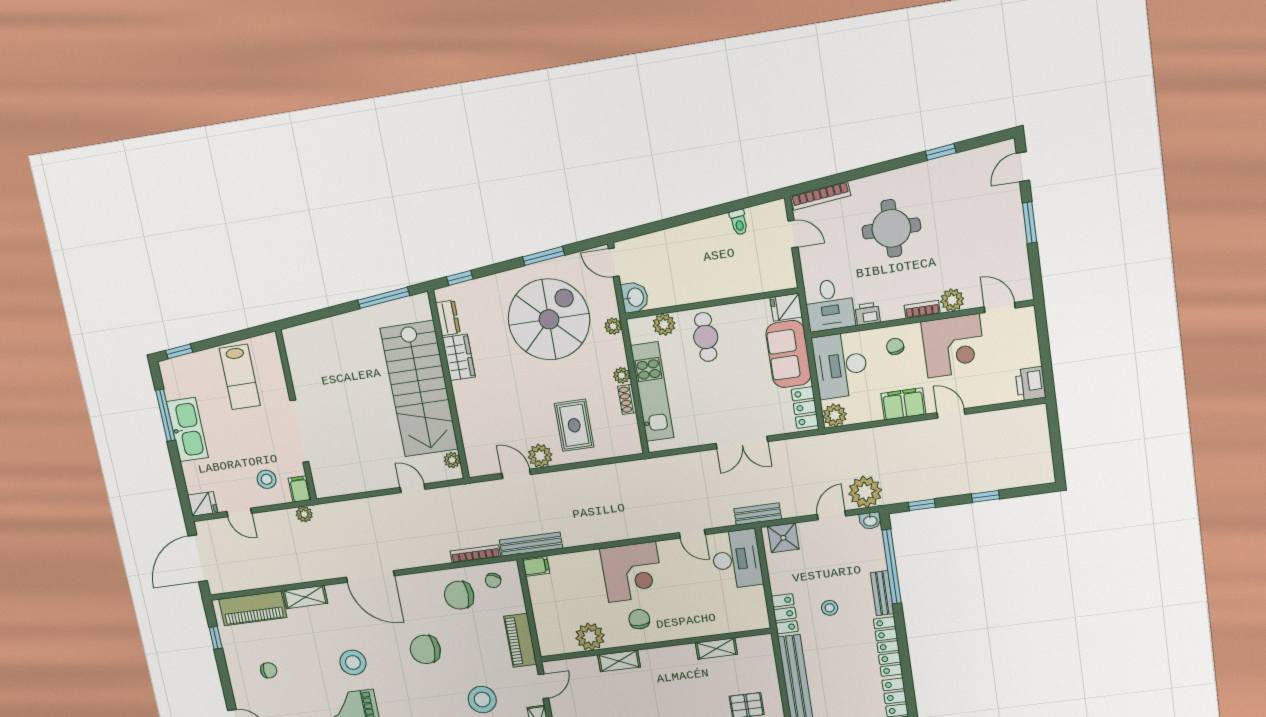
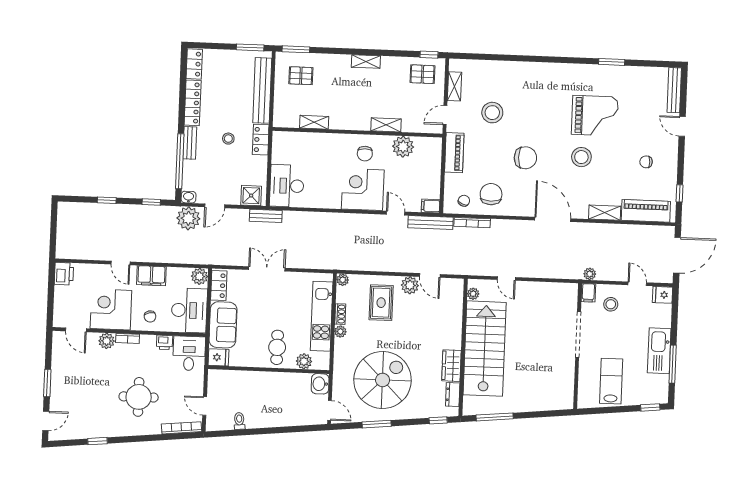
spiral stairs: (549, 319) -> (383, 380), turned 180
plant: (613, 326) -> (343, 280), moved
door: (692, 534) -> (396, 213), moved
chair: (459, 595) -> (491, 194), turned -90

